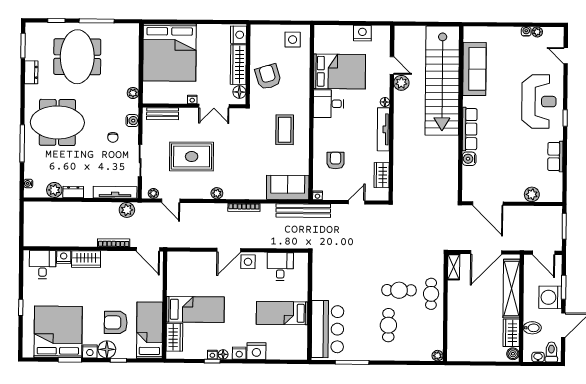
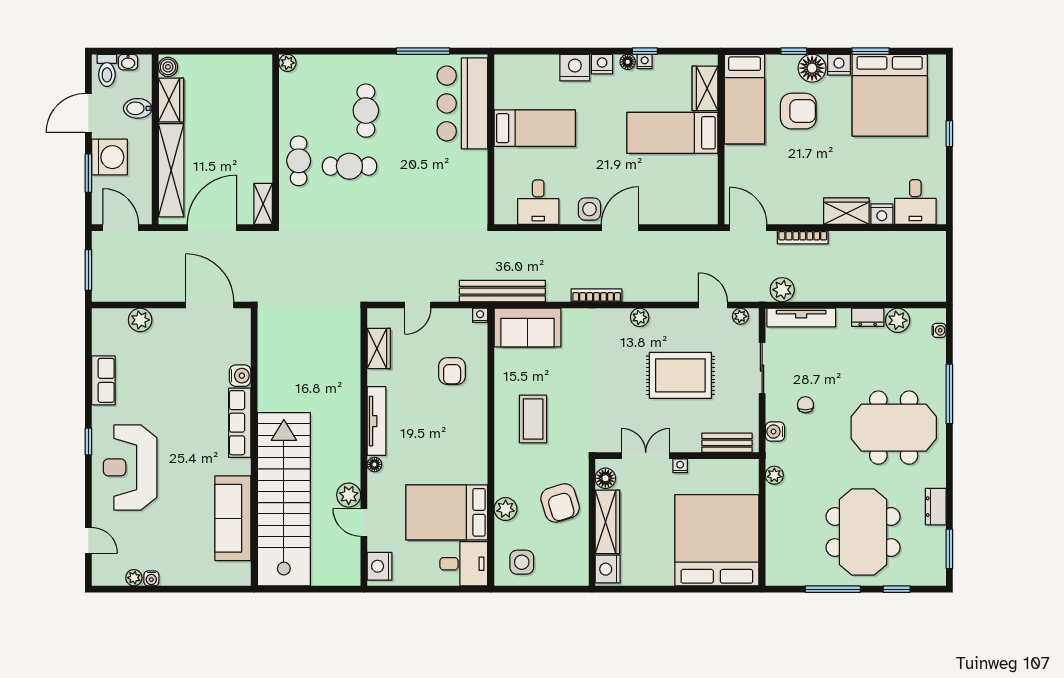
nightstand: (362, 33) -> (380, 566), moved, turned 90
plant: (303, 73) -> (506, 509), added
desk: (329, 104) -> (464, 564), moved

